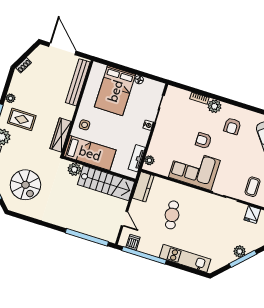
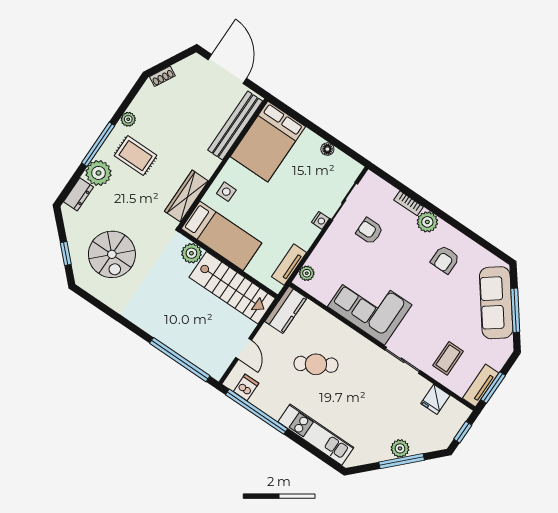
bed: (115, 91) -> (268, 142), moved
armchair: (203, 141) -> (369, 231), moved
cafe table: (172, 215) -> (316, 364), turned 67

